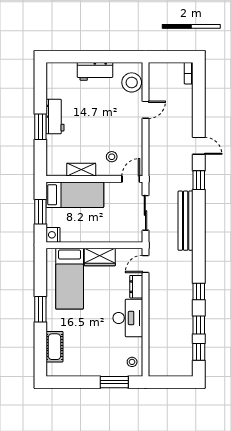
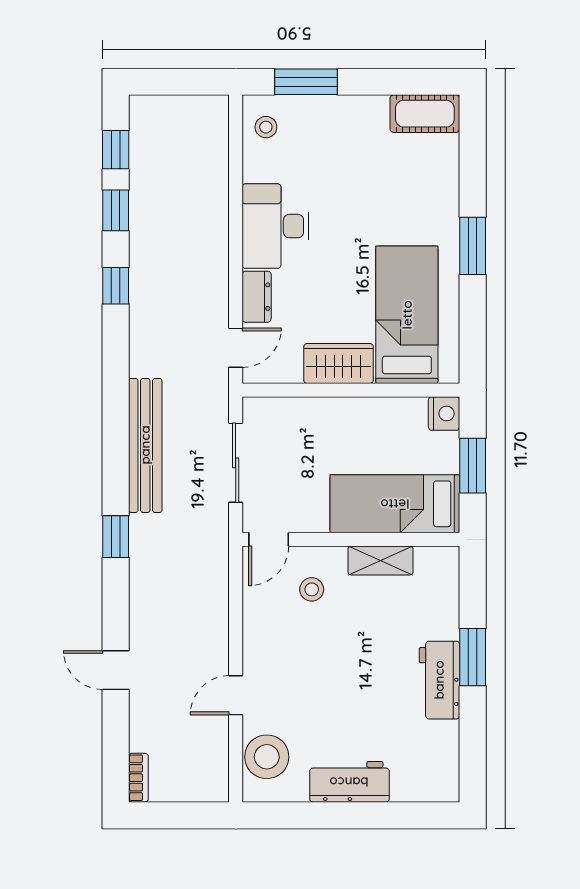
door: (199, 146) -> (116, 670), moved
cot: (54, 347) -> (425, 114), moved, turned 90

